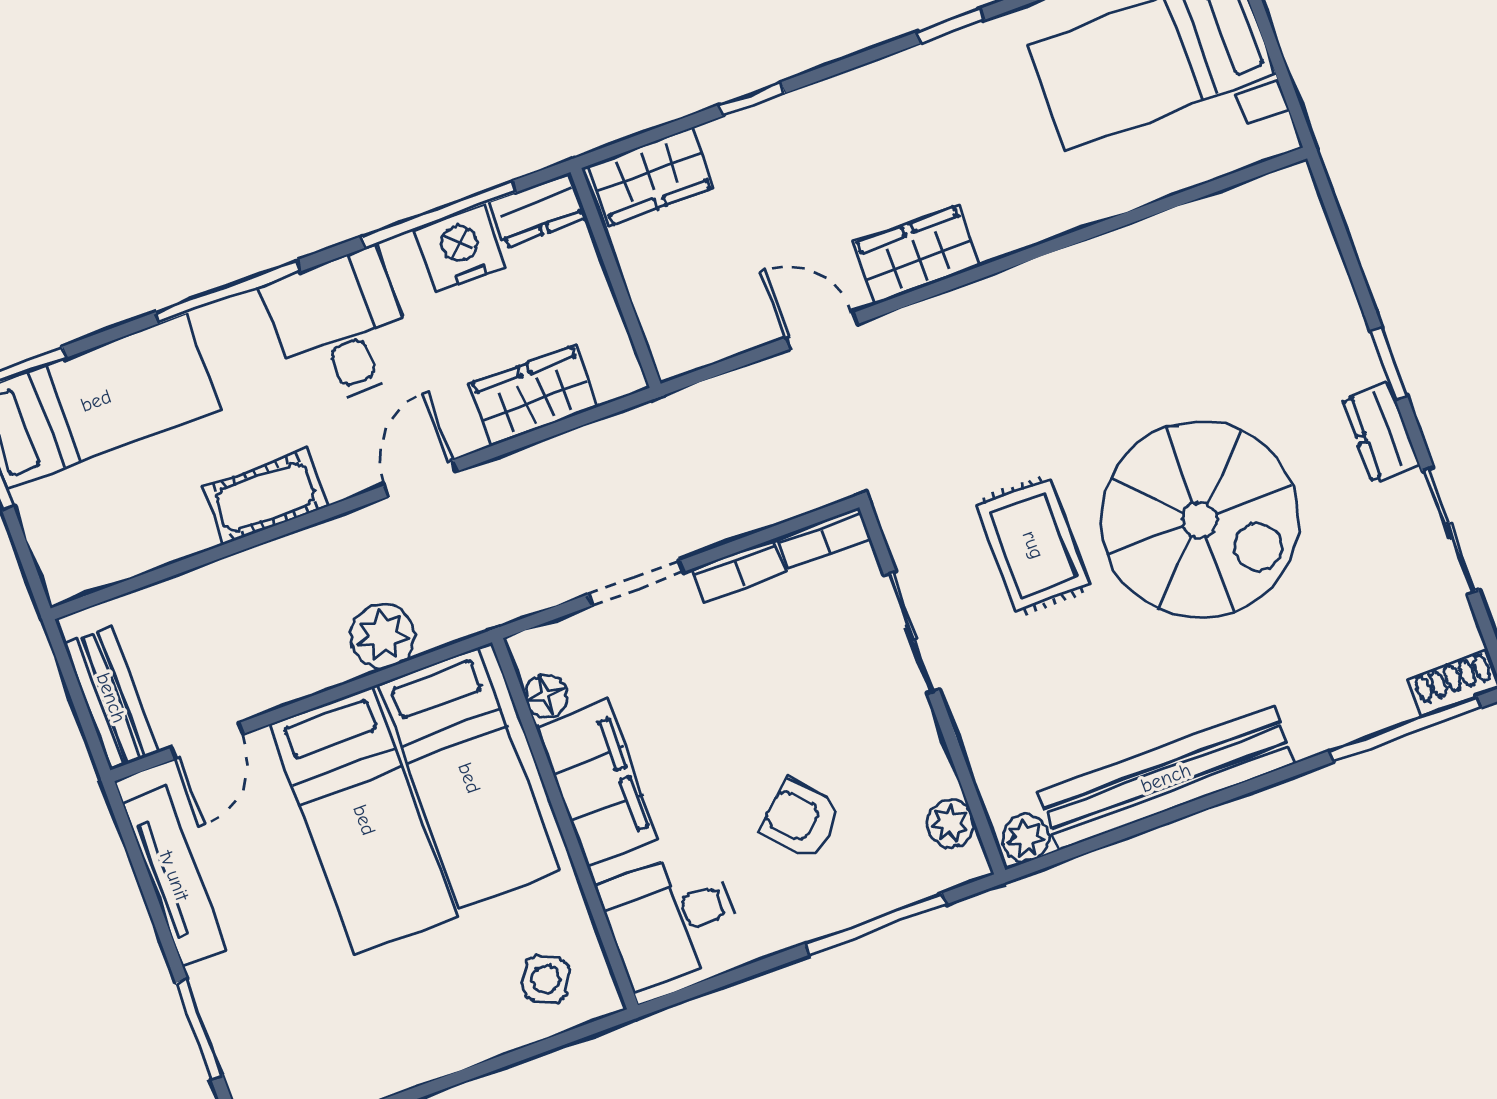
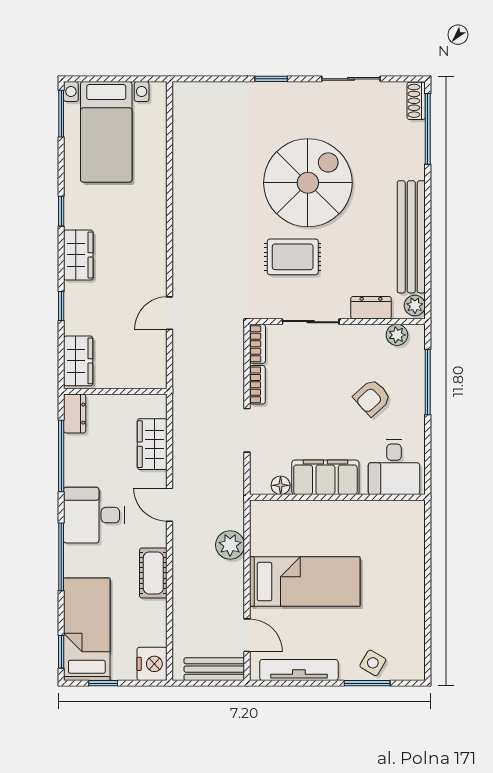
nightstand: (461, 248) -> (152, 664), moved, turned 180
wardrobe: (917, 255) -> (78, 255), moved, turned 180
dresser: (1381, 432) -> (371, 308), moved, turned 180
bed: (469, 778) -> (303, 531), removed
side table: (546, 979) -> (373, 663), moved

